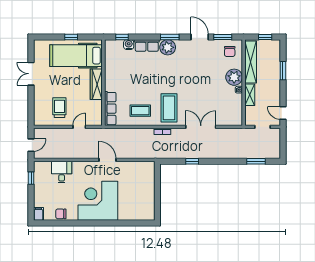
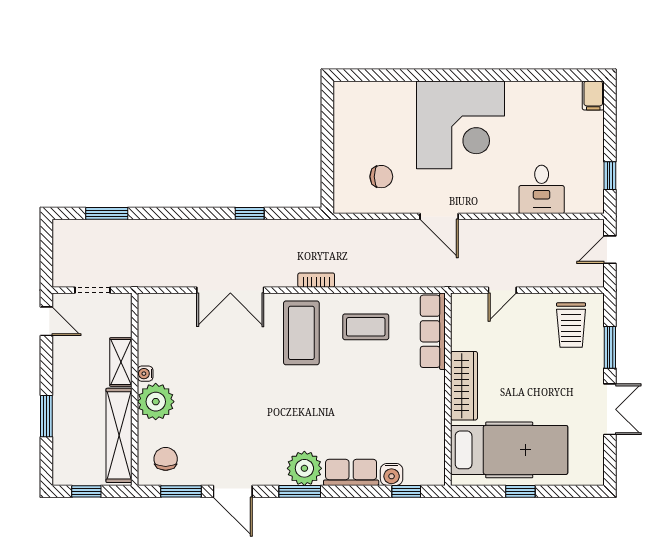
window: (31, 101) -> (610, 347), added
trolley: (59, 108) -> (571, 325), moved
chair: (61, 214) -> (381, 177), moved

